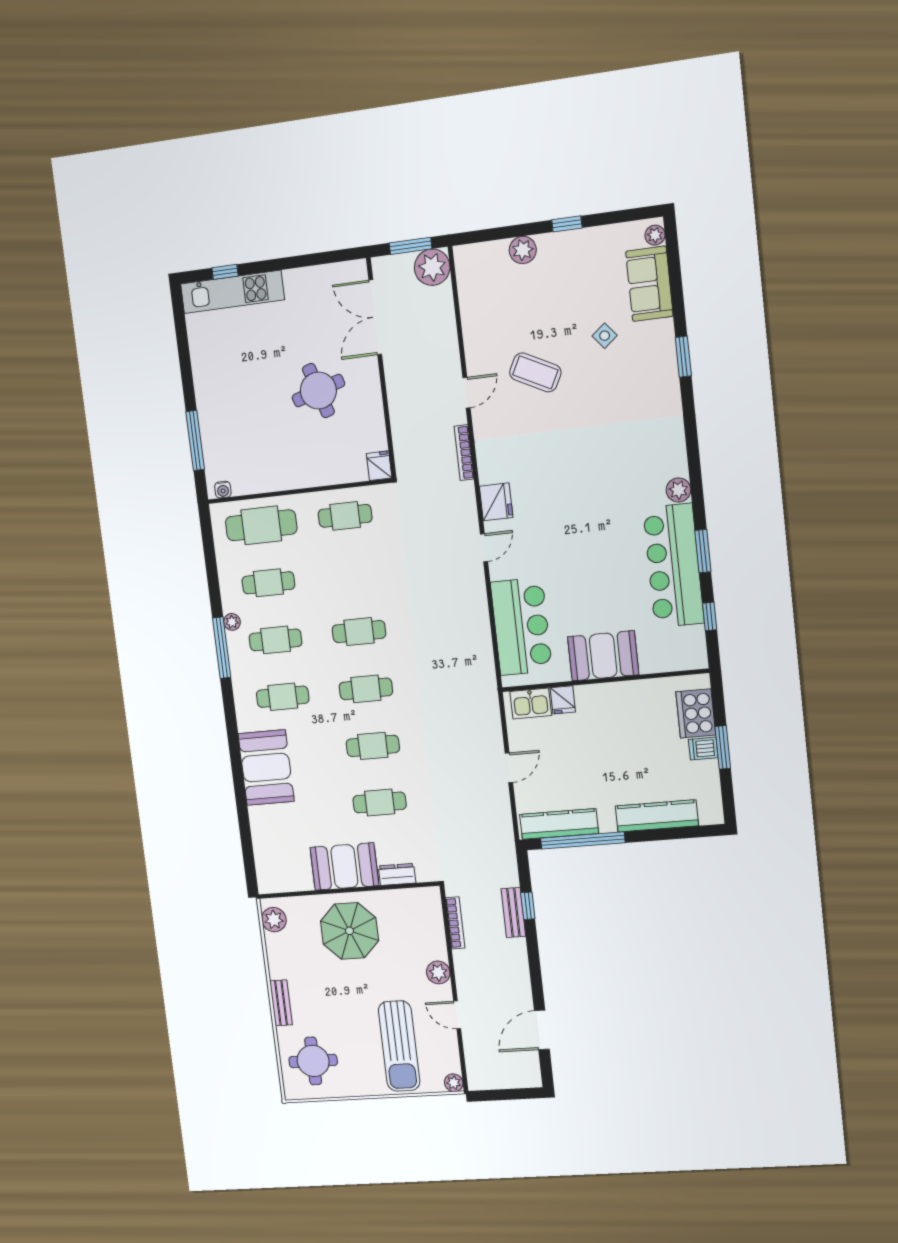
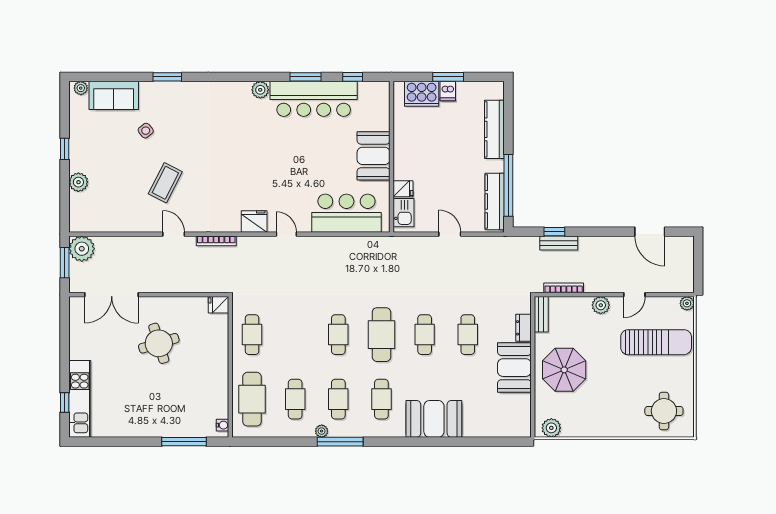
cafe table: (366, 689) -> (381, 335), width x1.37, depth x1.35
bench: (281, 1003) -> (541, 314), moved, turned 90

